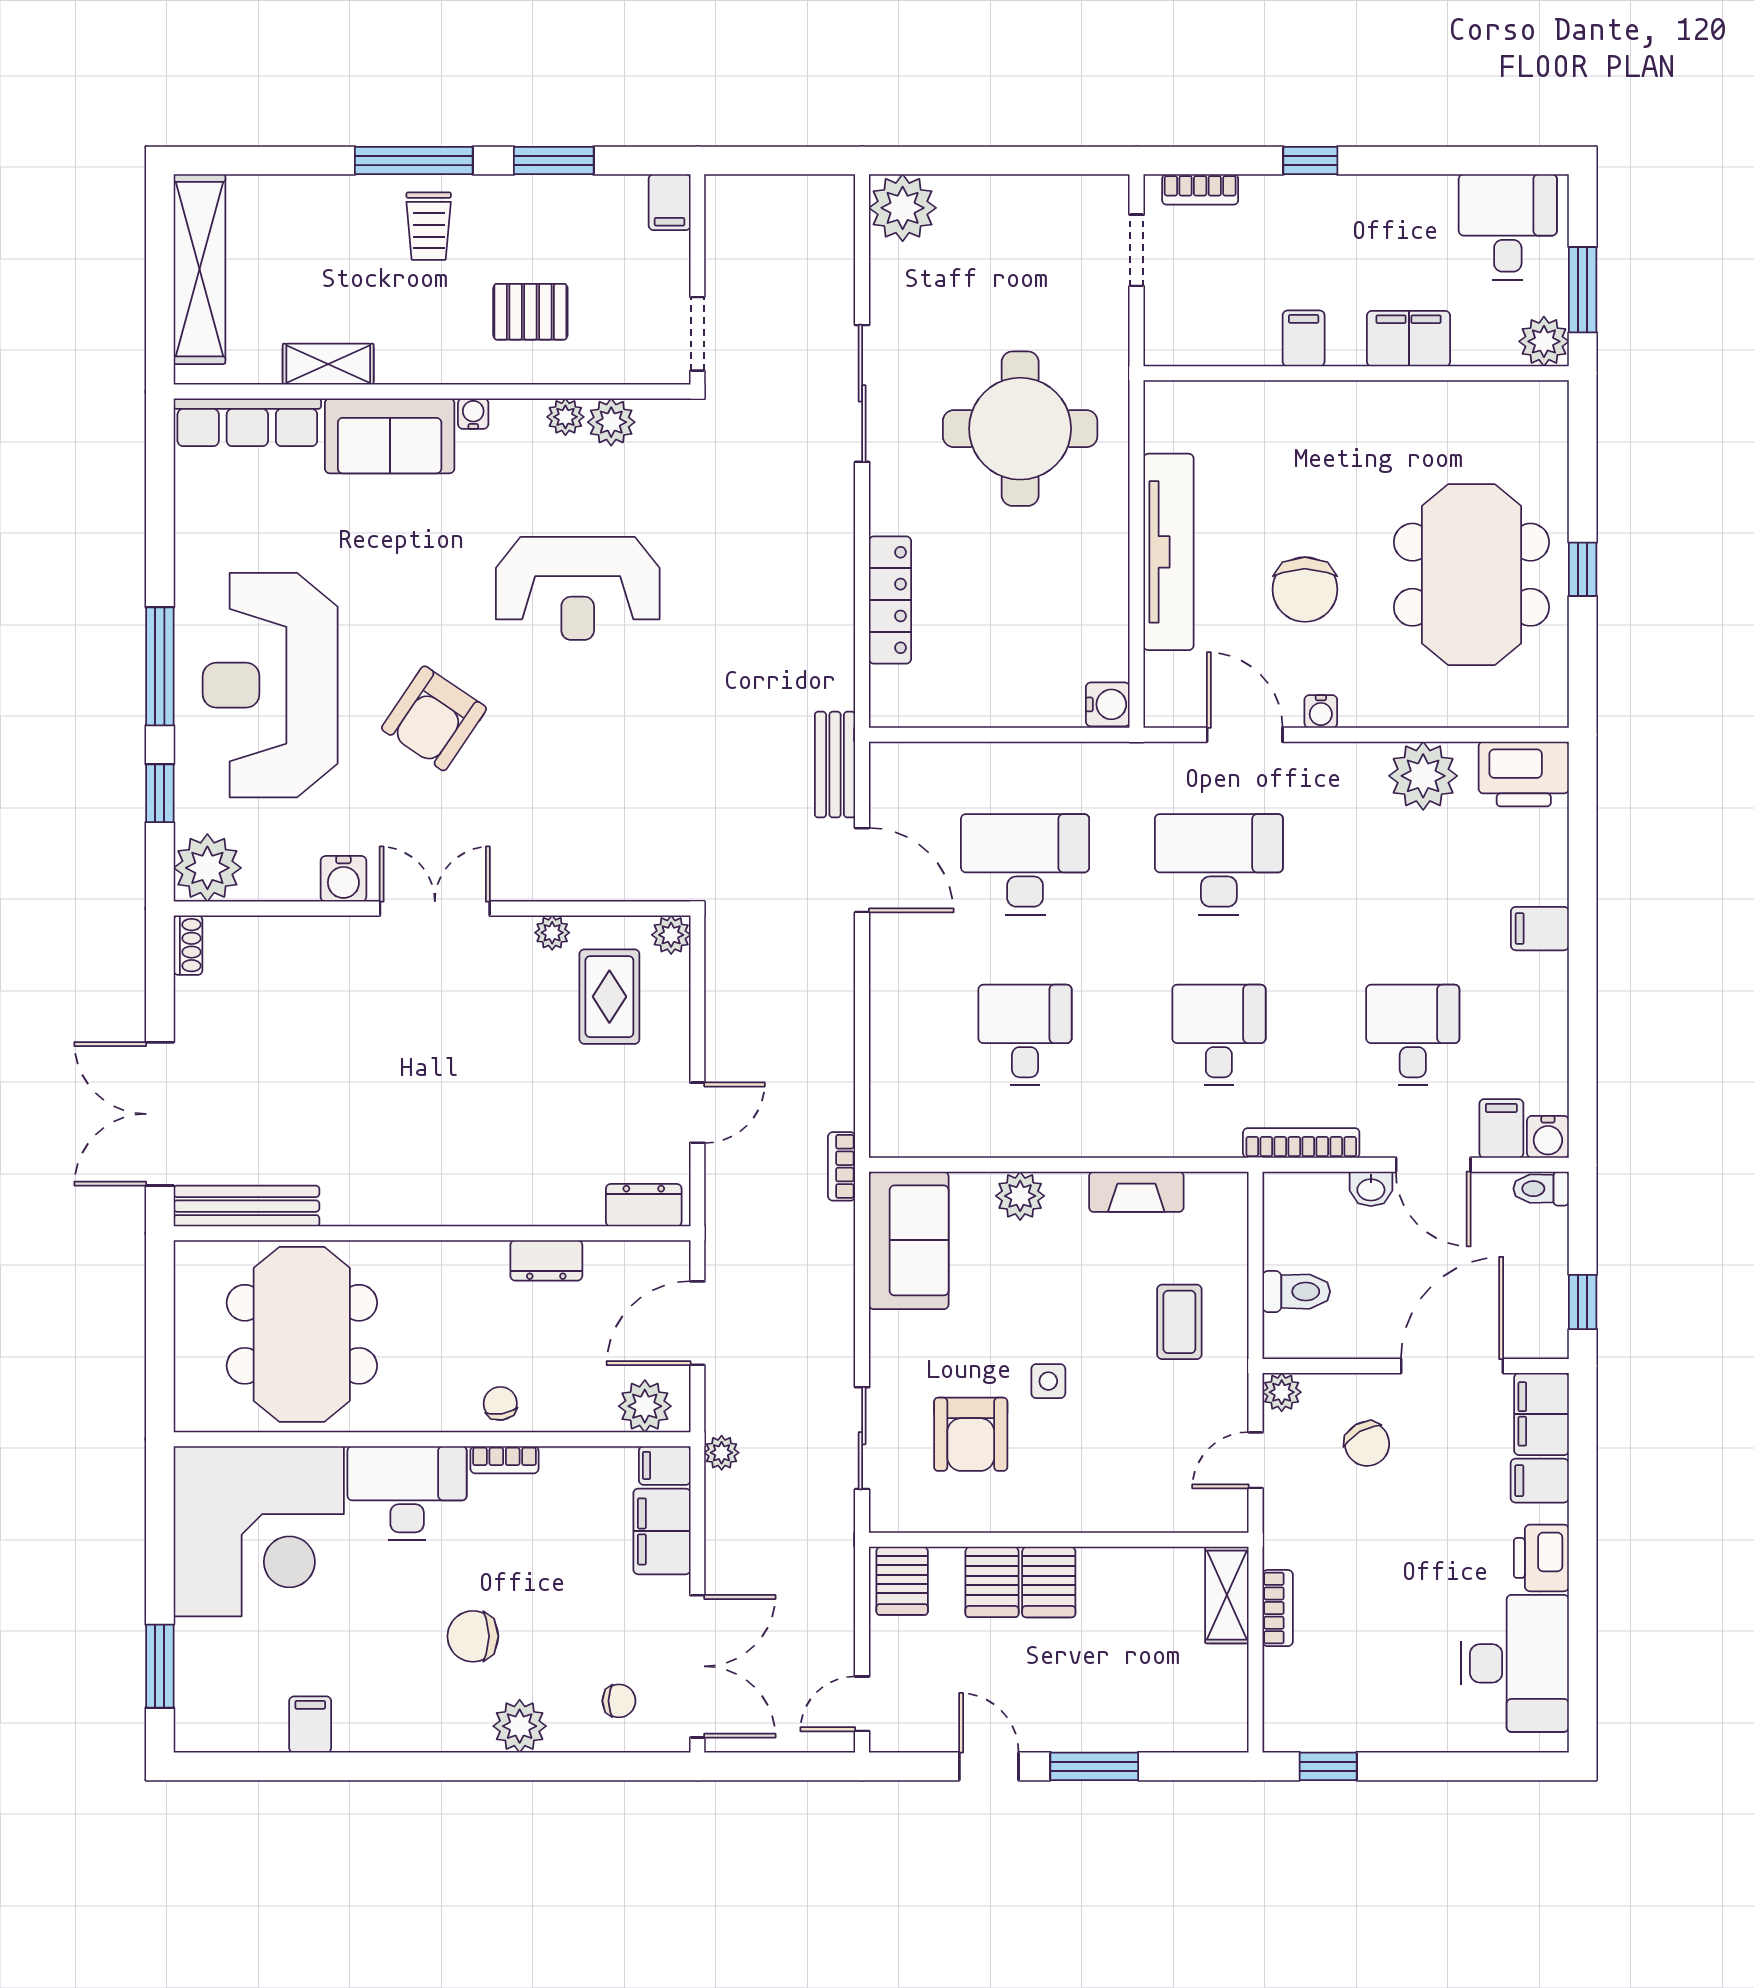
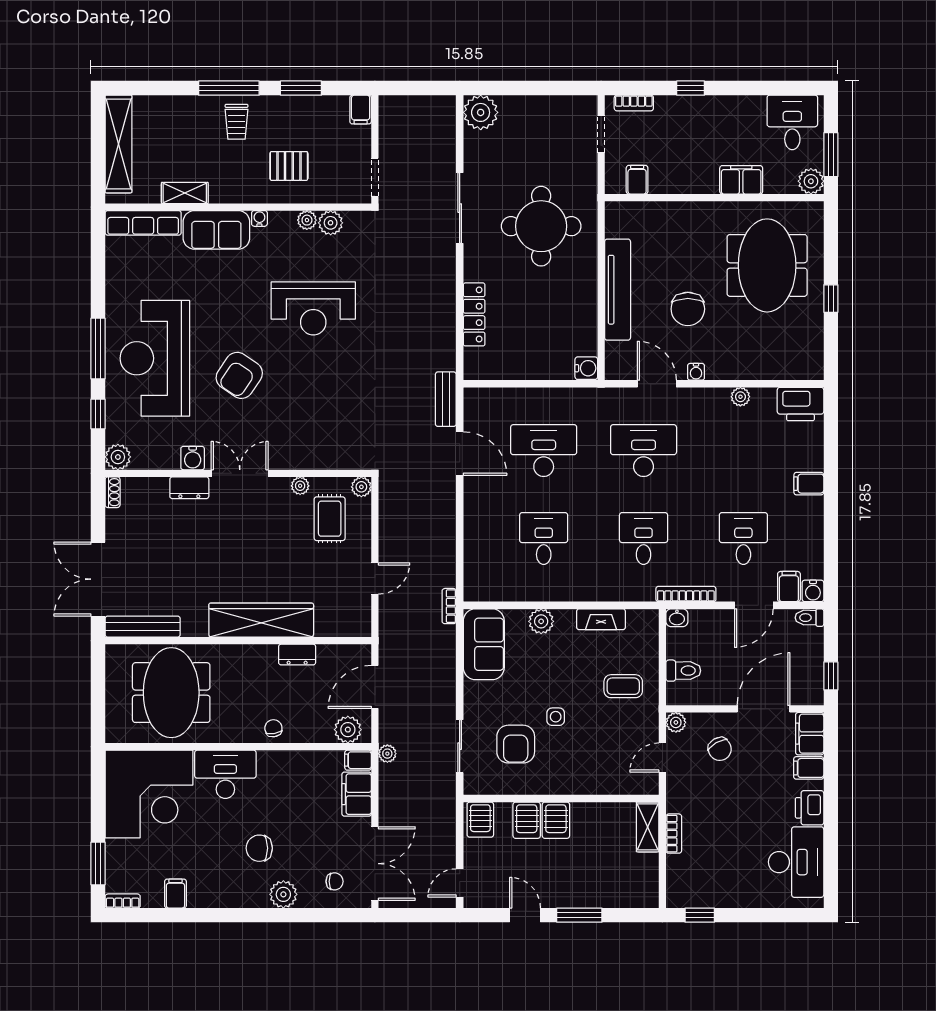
filing cabinet: (1304, 338) -> (637, 180), moved
meeting table: (1471, 575) -> (767, 265), moved
plant: (1423, 776) -> (740, 397), width x0.53, depth x0.53
plant: (207, 868) -> (118, 457), width x0.73, depth x0.73
door: (1433, 1165) -> (754, 605), hinge flipped
washbasin: (1371, 1189) -> (677, 618), moved
wardrobe: (477, 1194) -> (261, 620), added
dresser: (644, 1205) -> (189, 488), moved, turned 180
coffee table: (1179, 1322) -> (623, 686), turned 90
bookcase: (504, 1460) -> (123, 901), moved, turned 180

